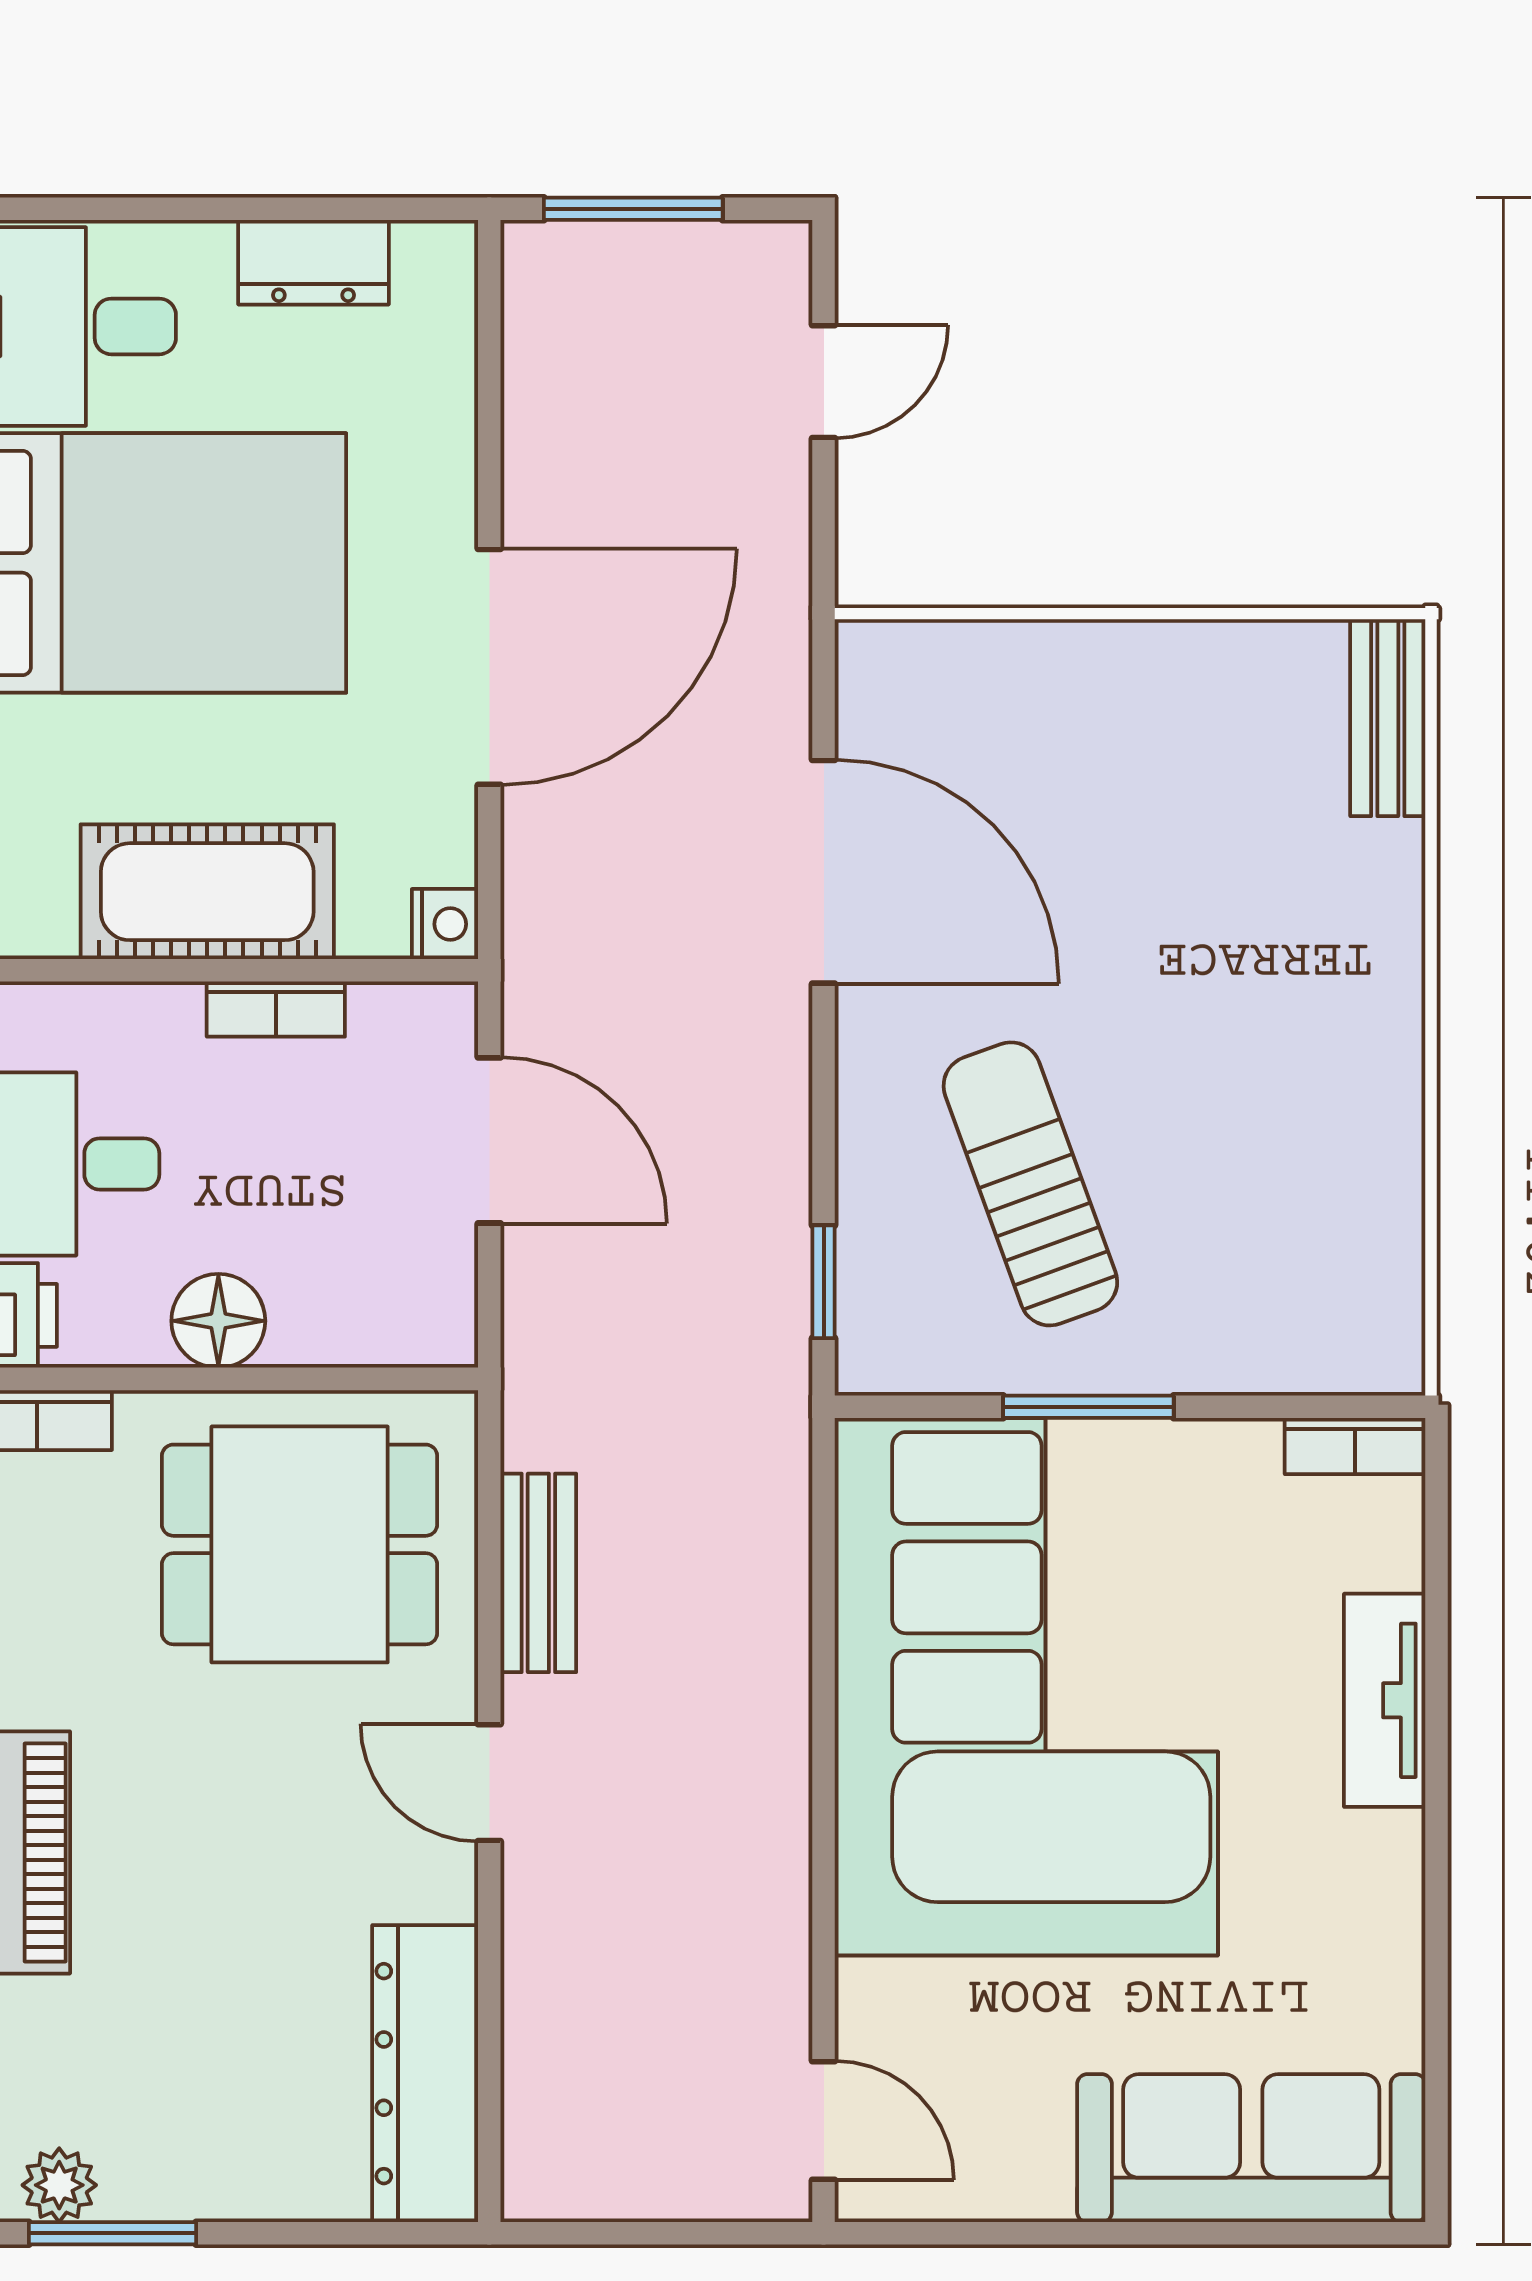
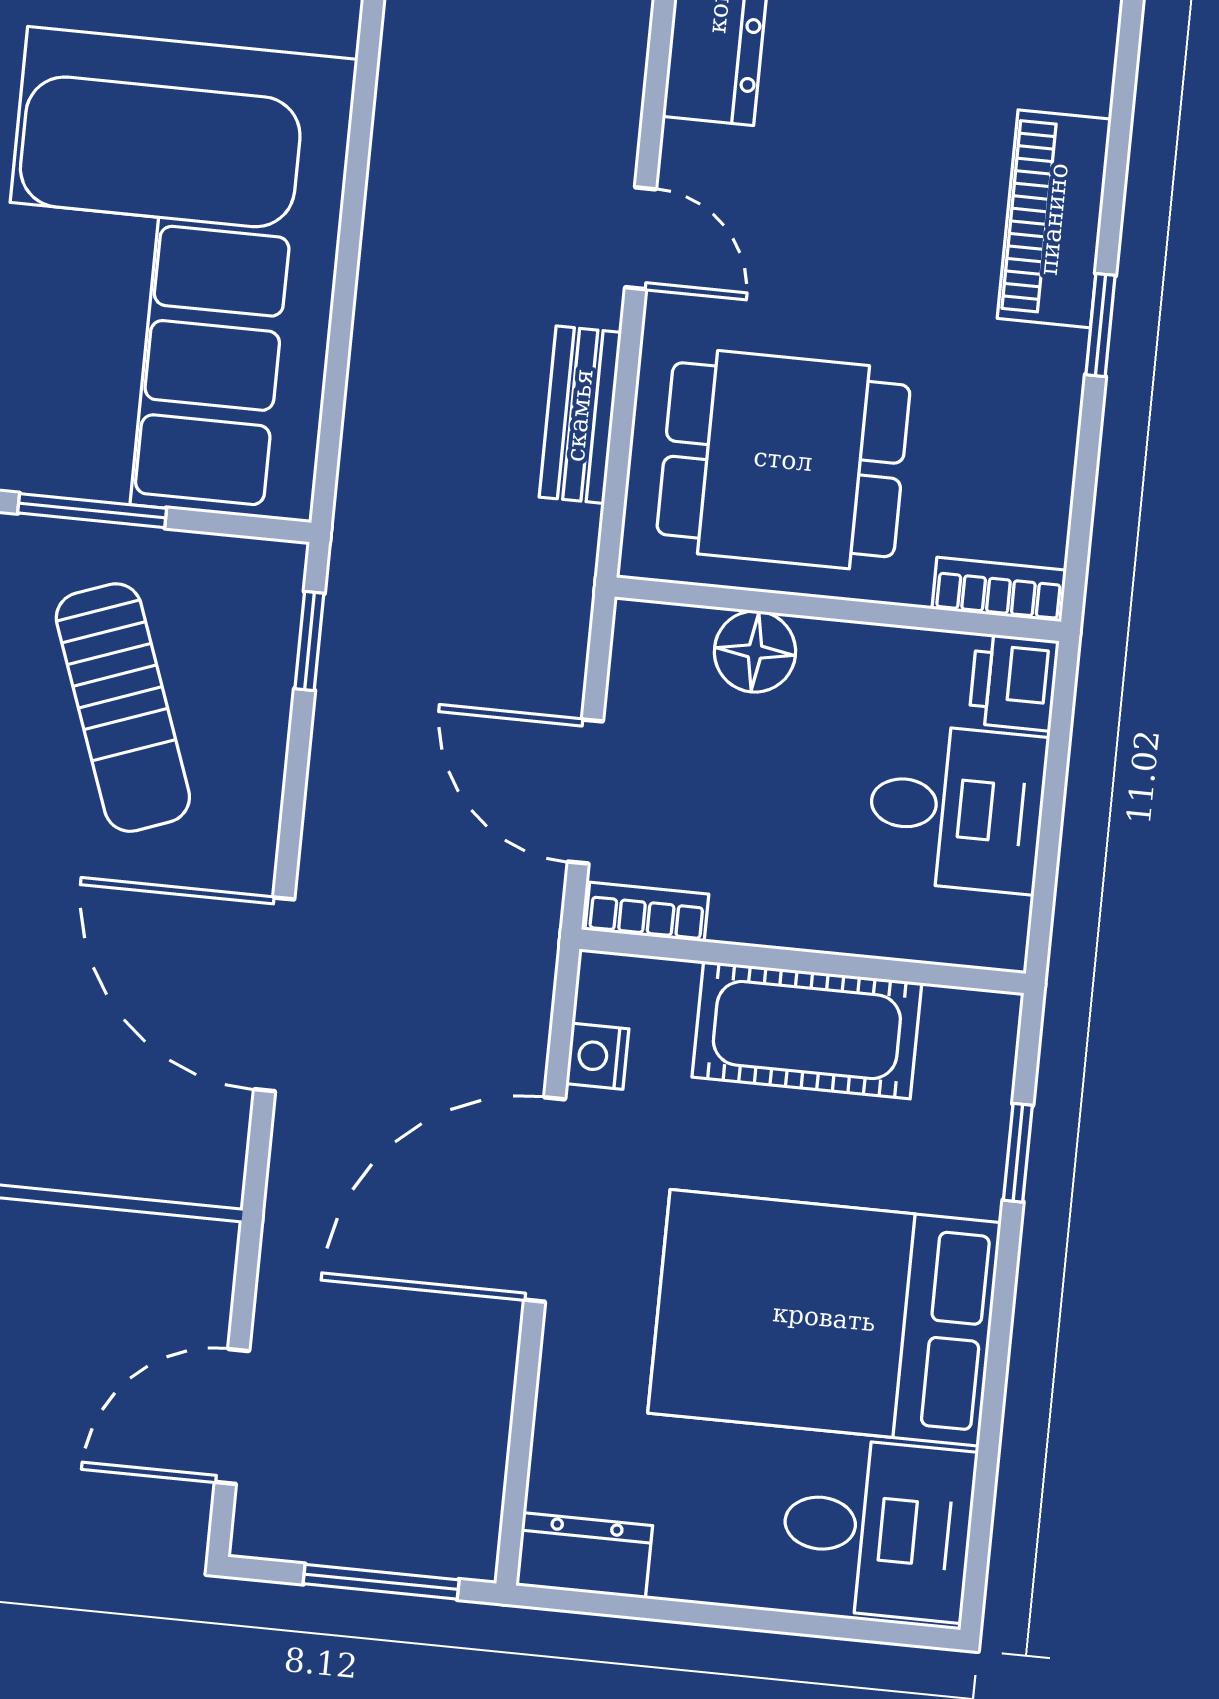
dresser: (314, 262) -> (584, 1556), moved
door: (824, 382) -> (232, 1416), width x1.37
nightstand: (445, 924) -> (597, 1056), moved
bookcase: (276, 1009) -> (647, 912), moved
floor lamp: (218, 1321) -> (755, 652), moved

